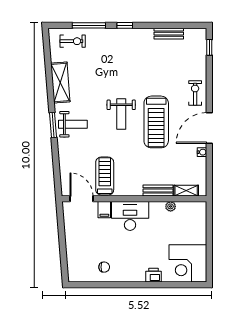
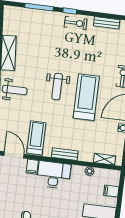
exercise bike: (73, 41) -> (76, 23), moved
treadmill: (156, 122) -> (86, 97), turned 180
bench: (158, 190) -> (65, 154), moved
filing cabinet: (198, 226) -> (111, 191), added

